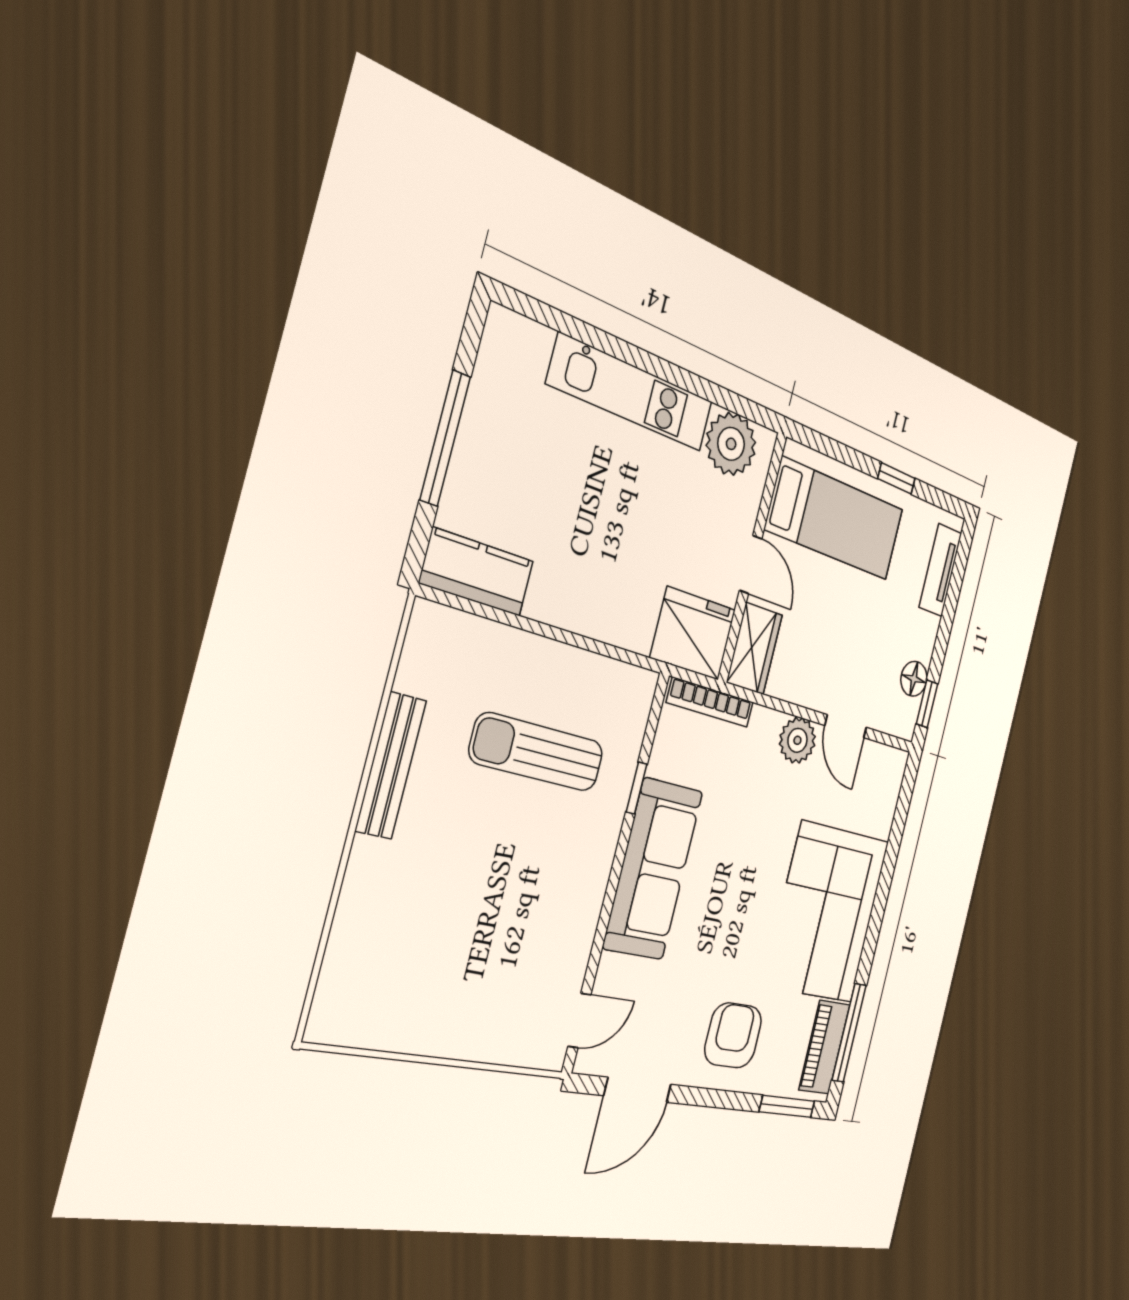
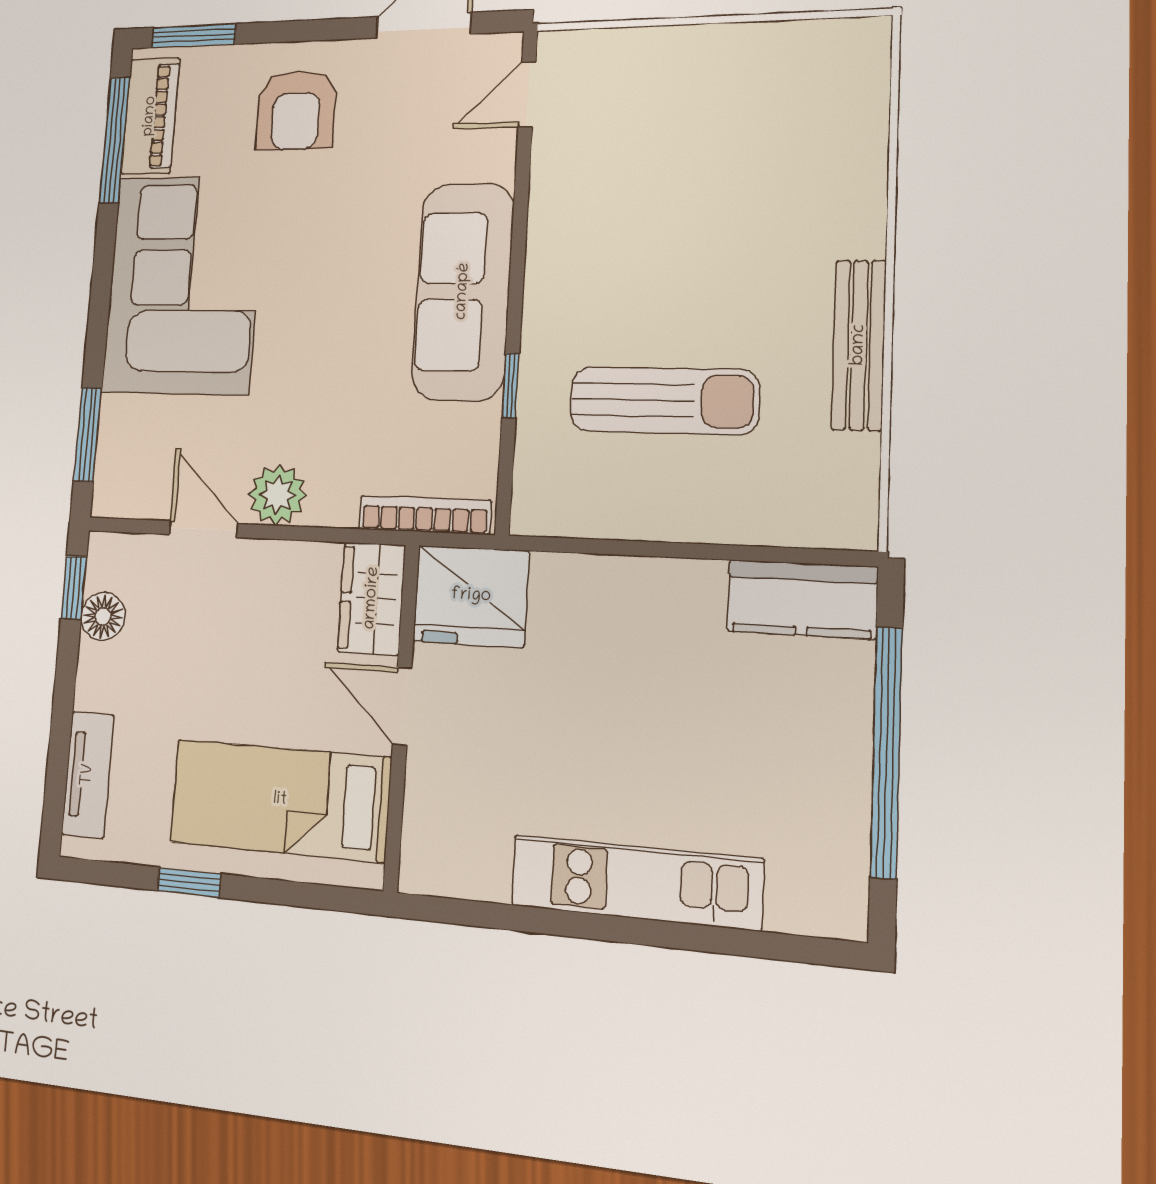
window: (445, 438) -> (886, 752), width x1.46
plant: (731, 444) -> (468, 857), removed
window: (901, 813) -> (88, 434), added

